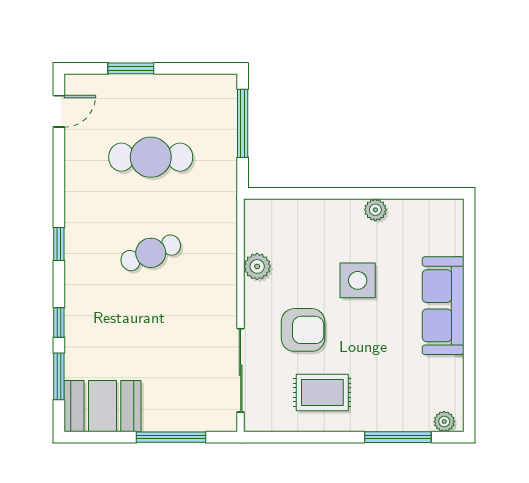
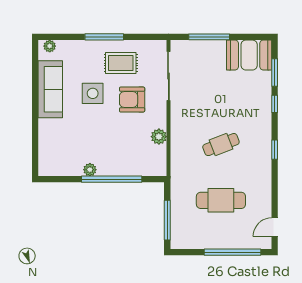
window: (131, 68) -> (232, 252), width x2.11
window: (338, 193) -> (112, 179), added
side table: (358, 280) -> (93, 93), moved
sofa: (443, 306) -> (50, 89), moved
window: (398, 437) -> (104, 37), moved

